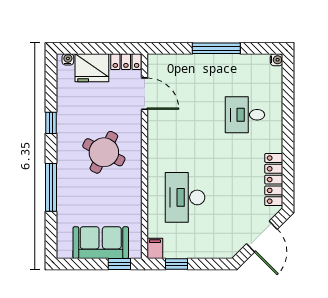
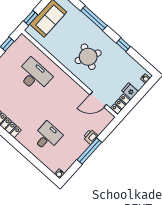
printer: (198, 62) -> (90, 137), added
fridge: (92, 68) -> (130, 91), width x0.53, depth x0.75
filing cabinet: (155, 248) -> (23, 41), removed

